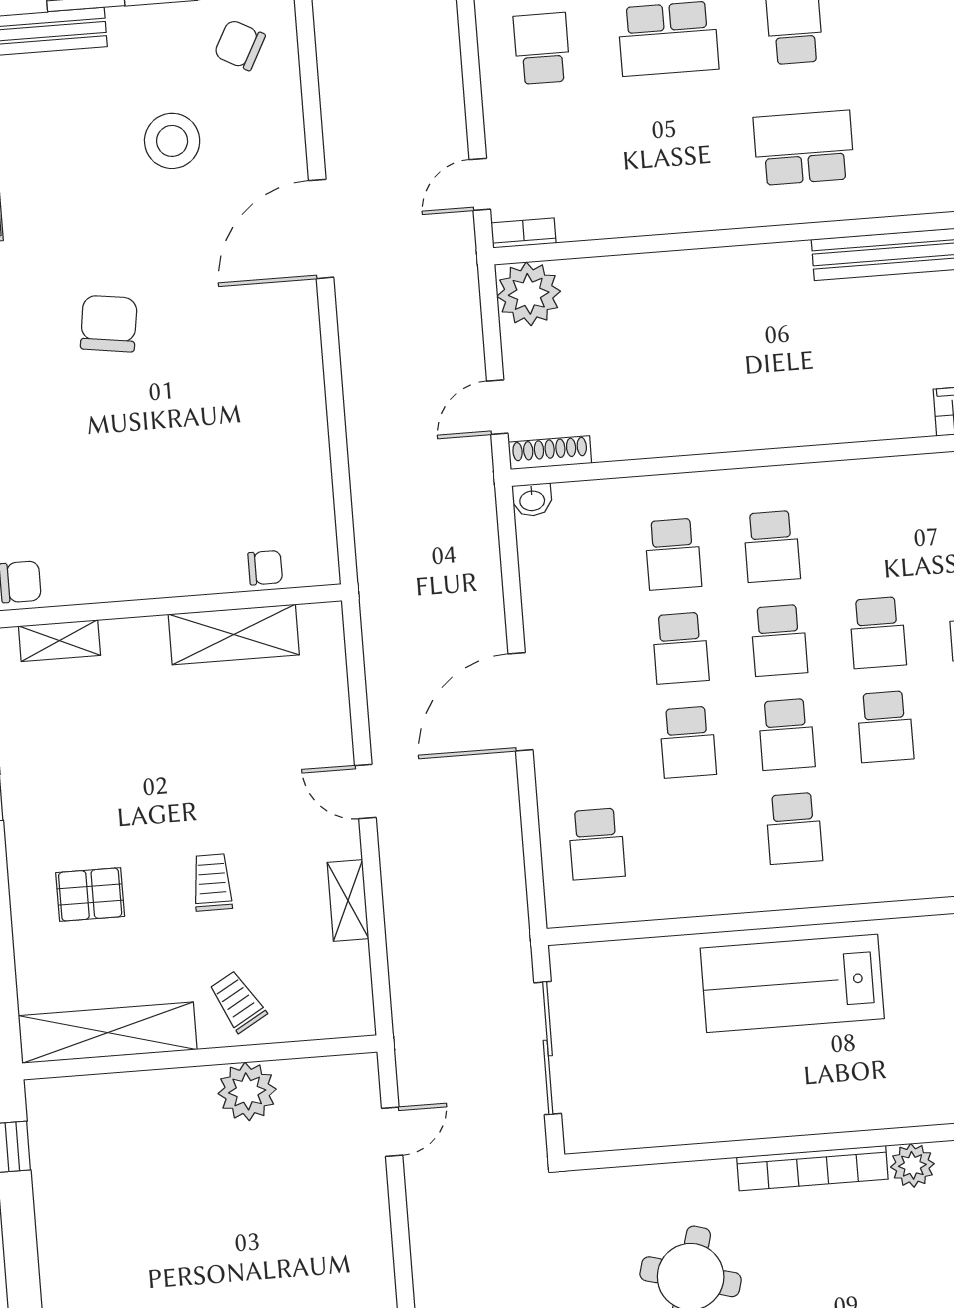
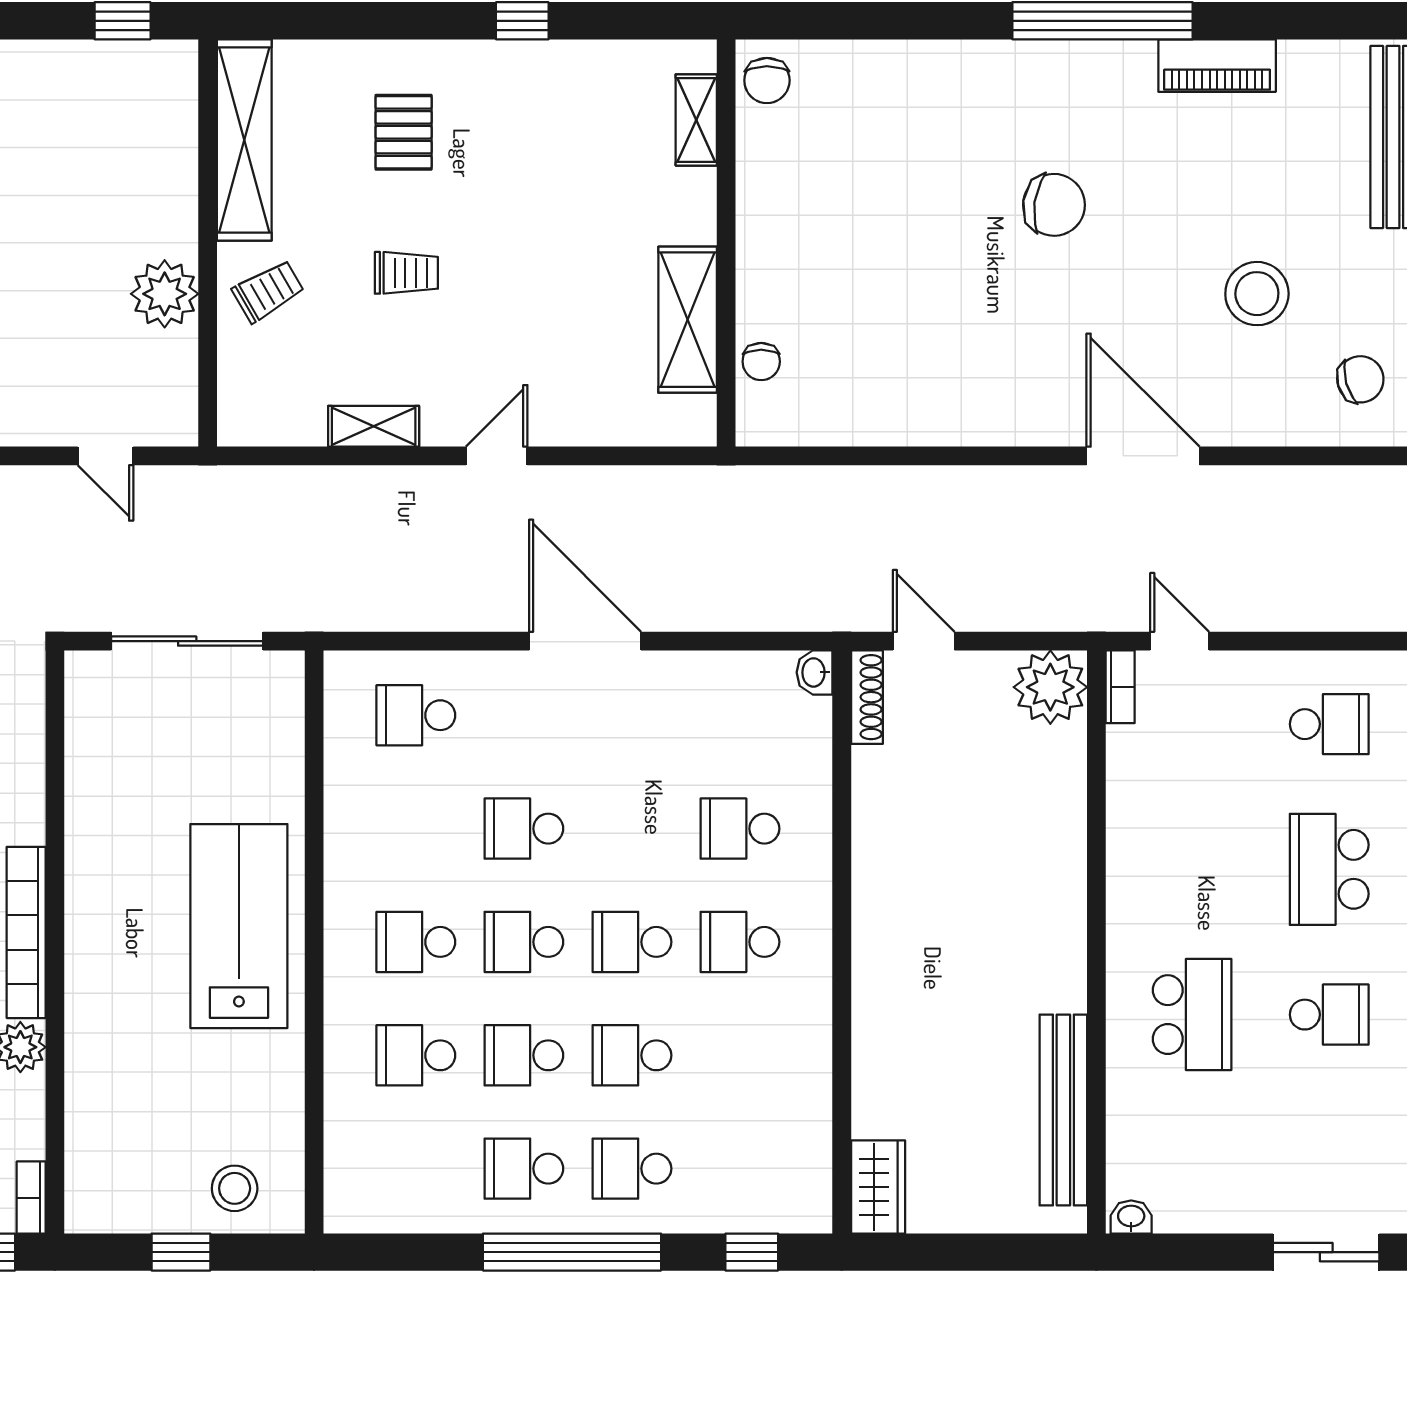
chair: (240, 45) -> (1360, 379), turned 46
school desk: (680, 648) -> (416, 1055), moved

